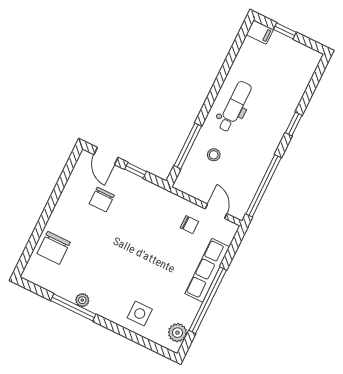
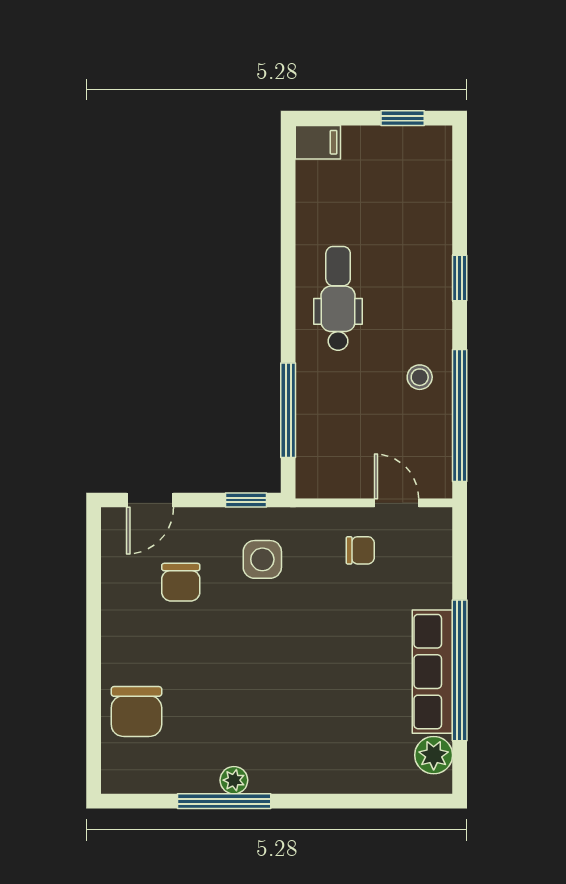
window: (285, 31) -> (403, 118), moved
stool: (214, 155) -> (420, 377), moved
door: (106, 156) -> (150, 500), hinge flipped
window: (136, 170) -> (246, 500), moved
row of seats: (207, 270) -> (432, 672), moved
side table: (140, 314) -> (262, 559), moved

